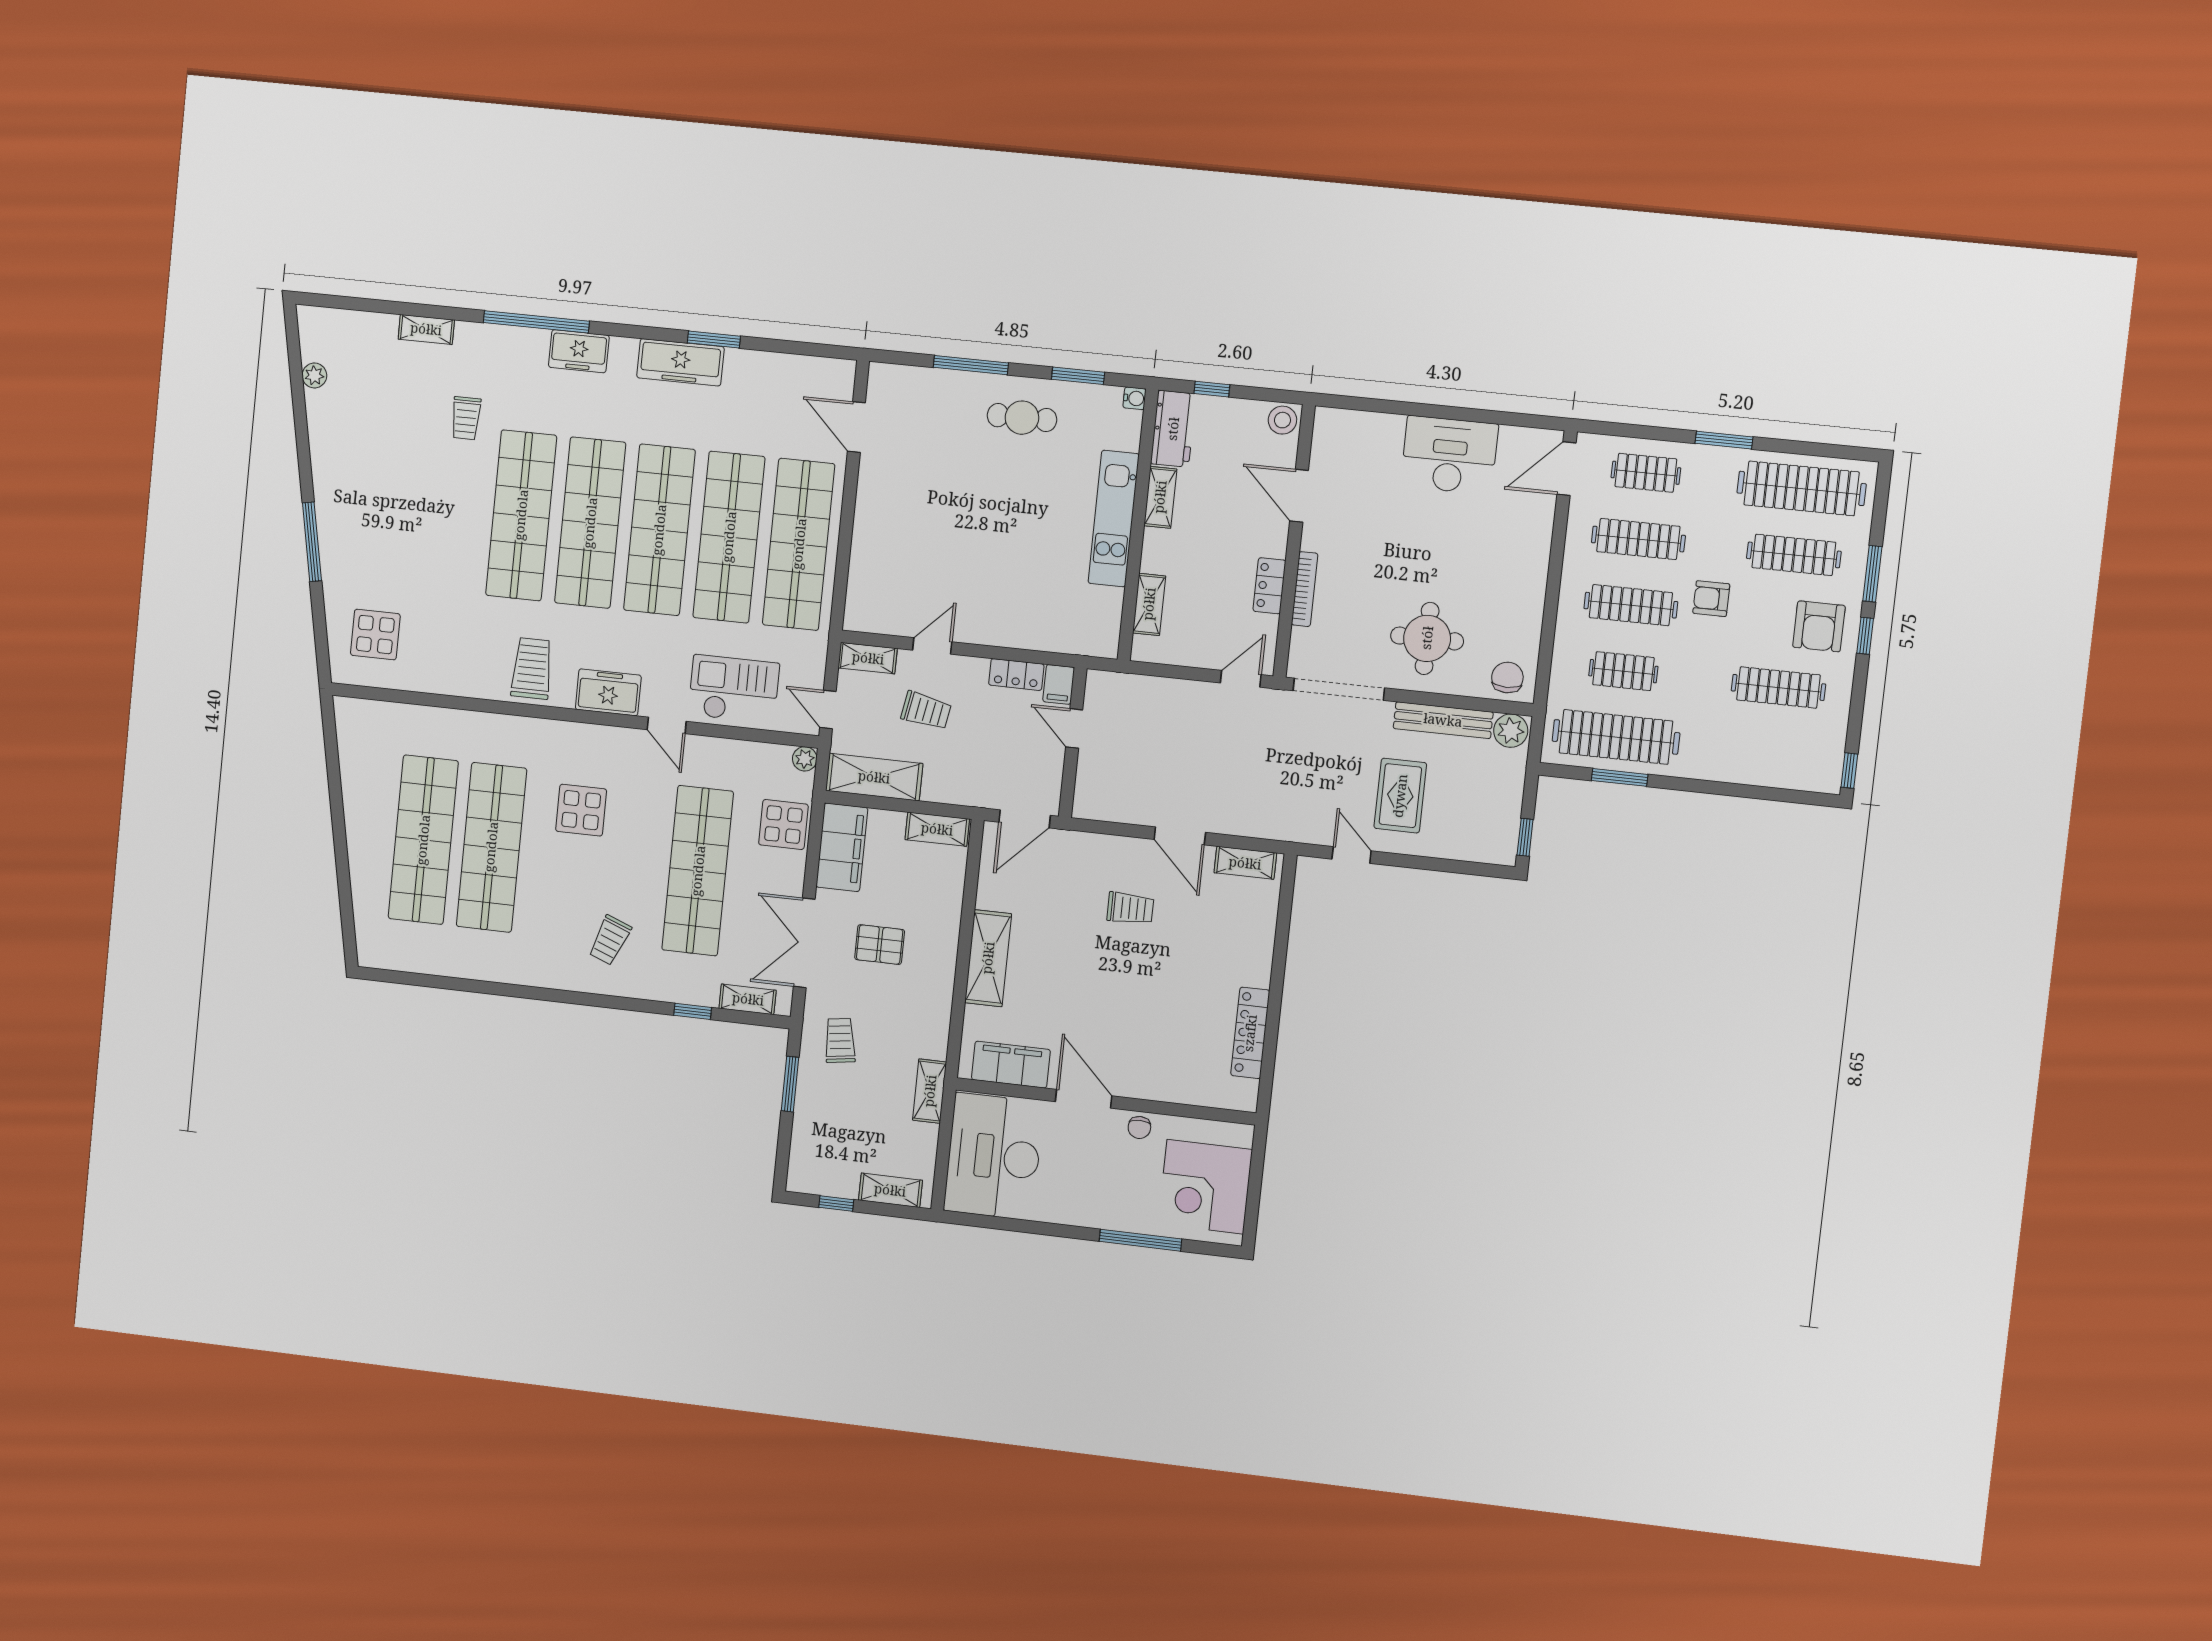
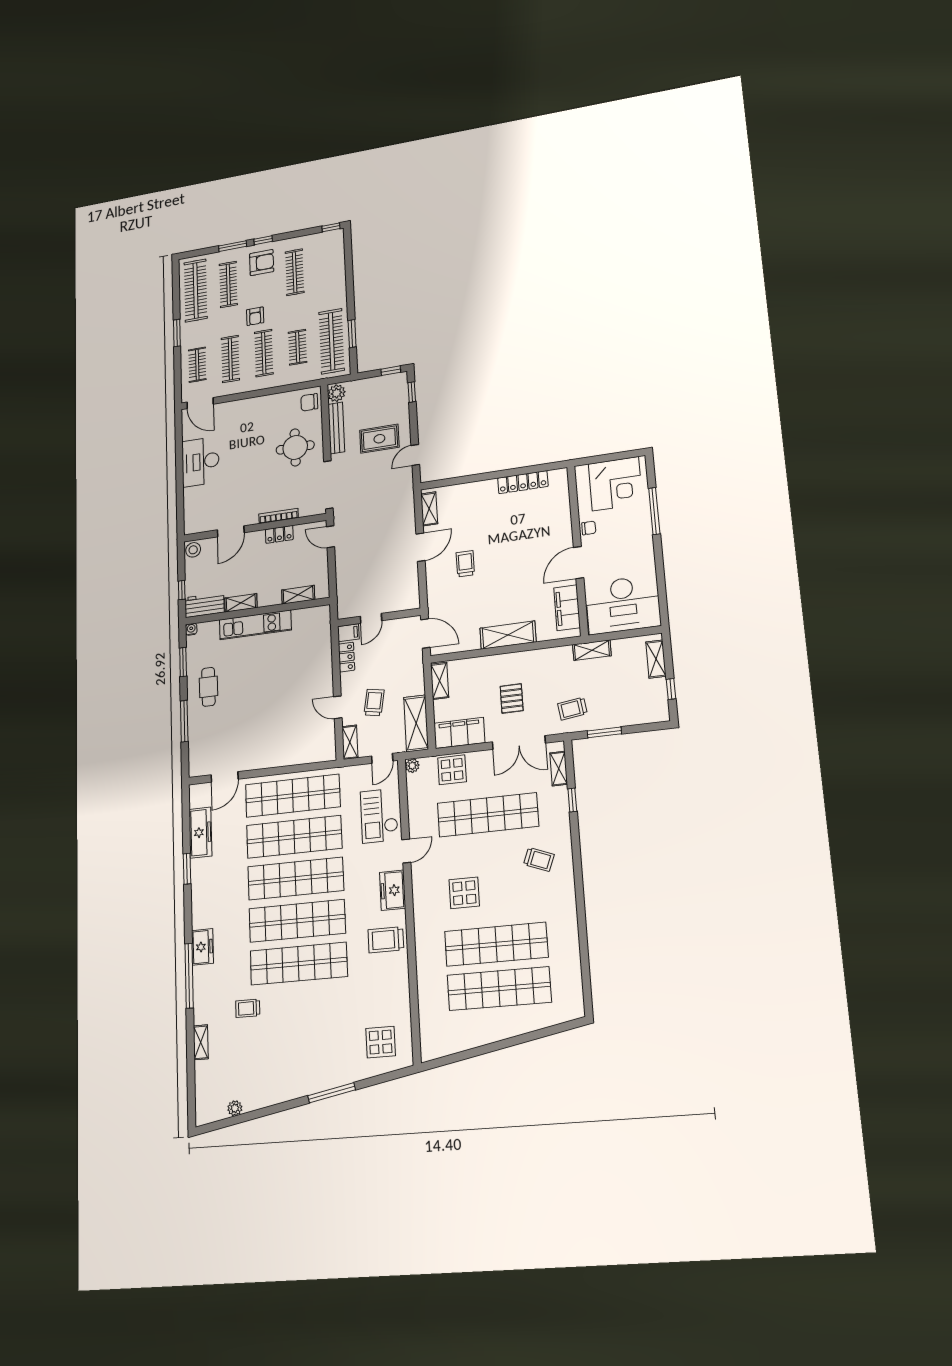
freezer: (680, 362) -> (200, 833), moved
trolley: (466, 418) -> (248, 1008), turned 180
window: (1473, 868) -> (412, 392), added

